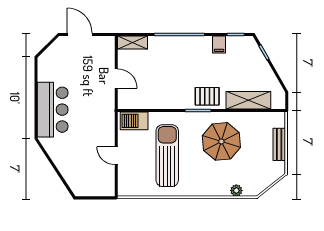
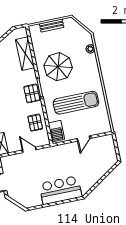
door: (116, 79) -> (29, 150), hinge flipped
pallet: (152, 94) -> (35, 123), added
pallet: (207, 96) -> (32, 93), moved
sun lounger: (167, 156) -> (76, 103), turned 180

